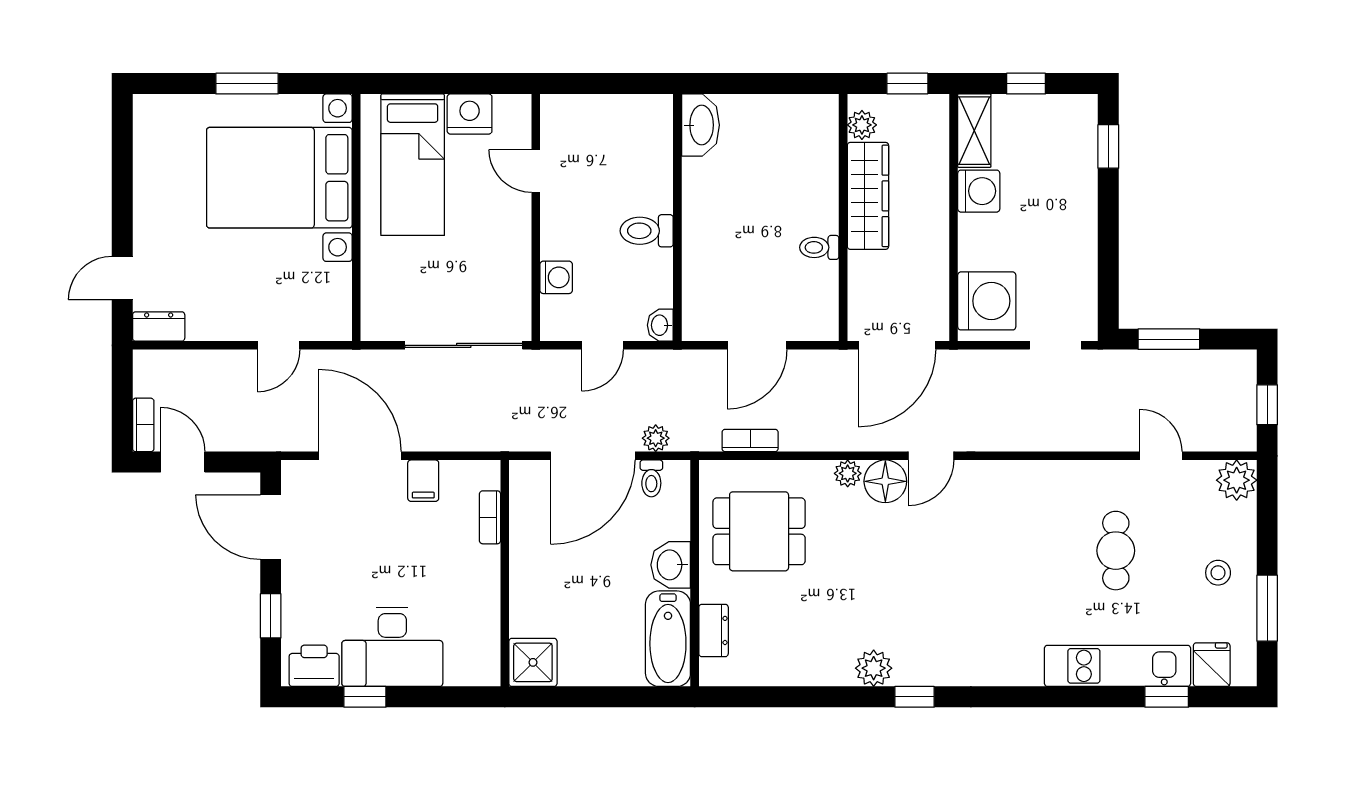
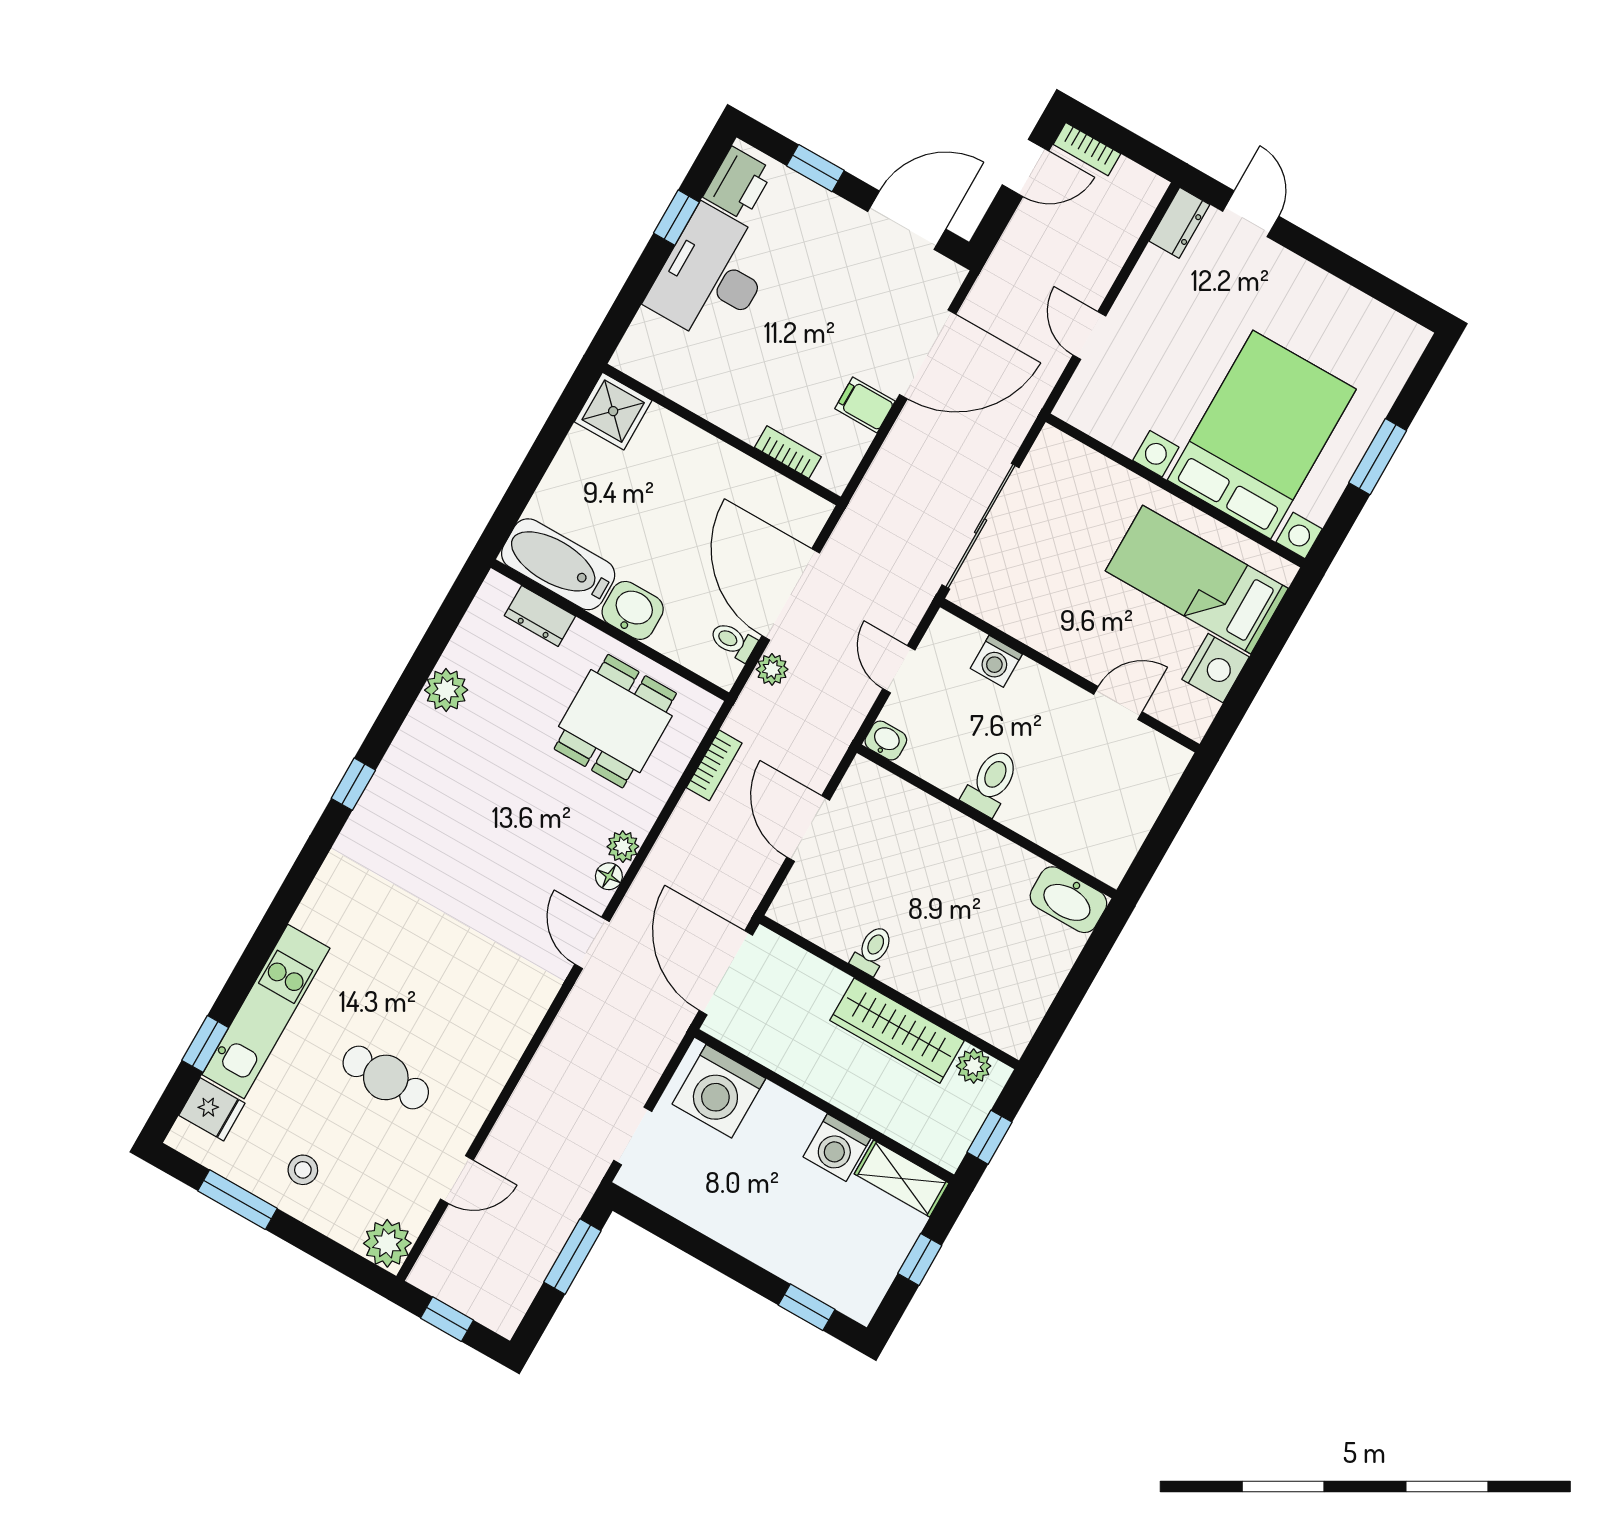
floor lamp: (885, 481) -> (609, 876), width x0.53, depth x0.53
plant: (874, 668) -> (446, 690), moved

